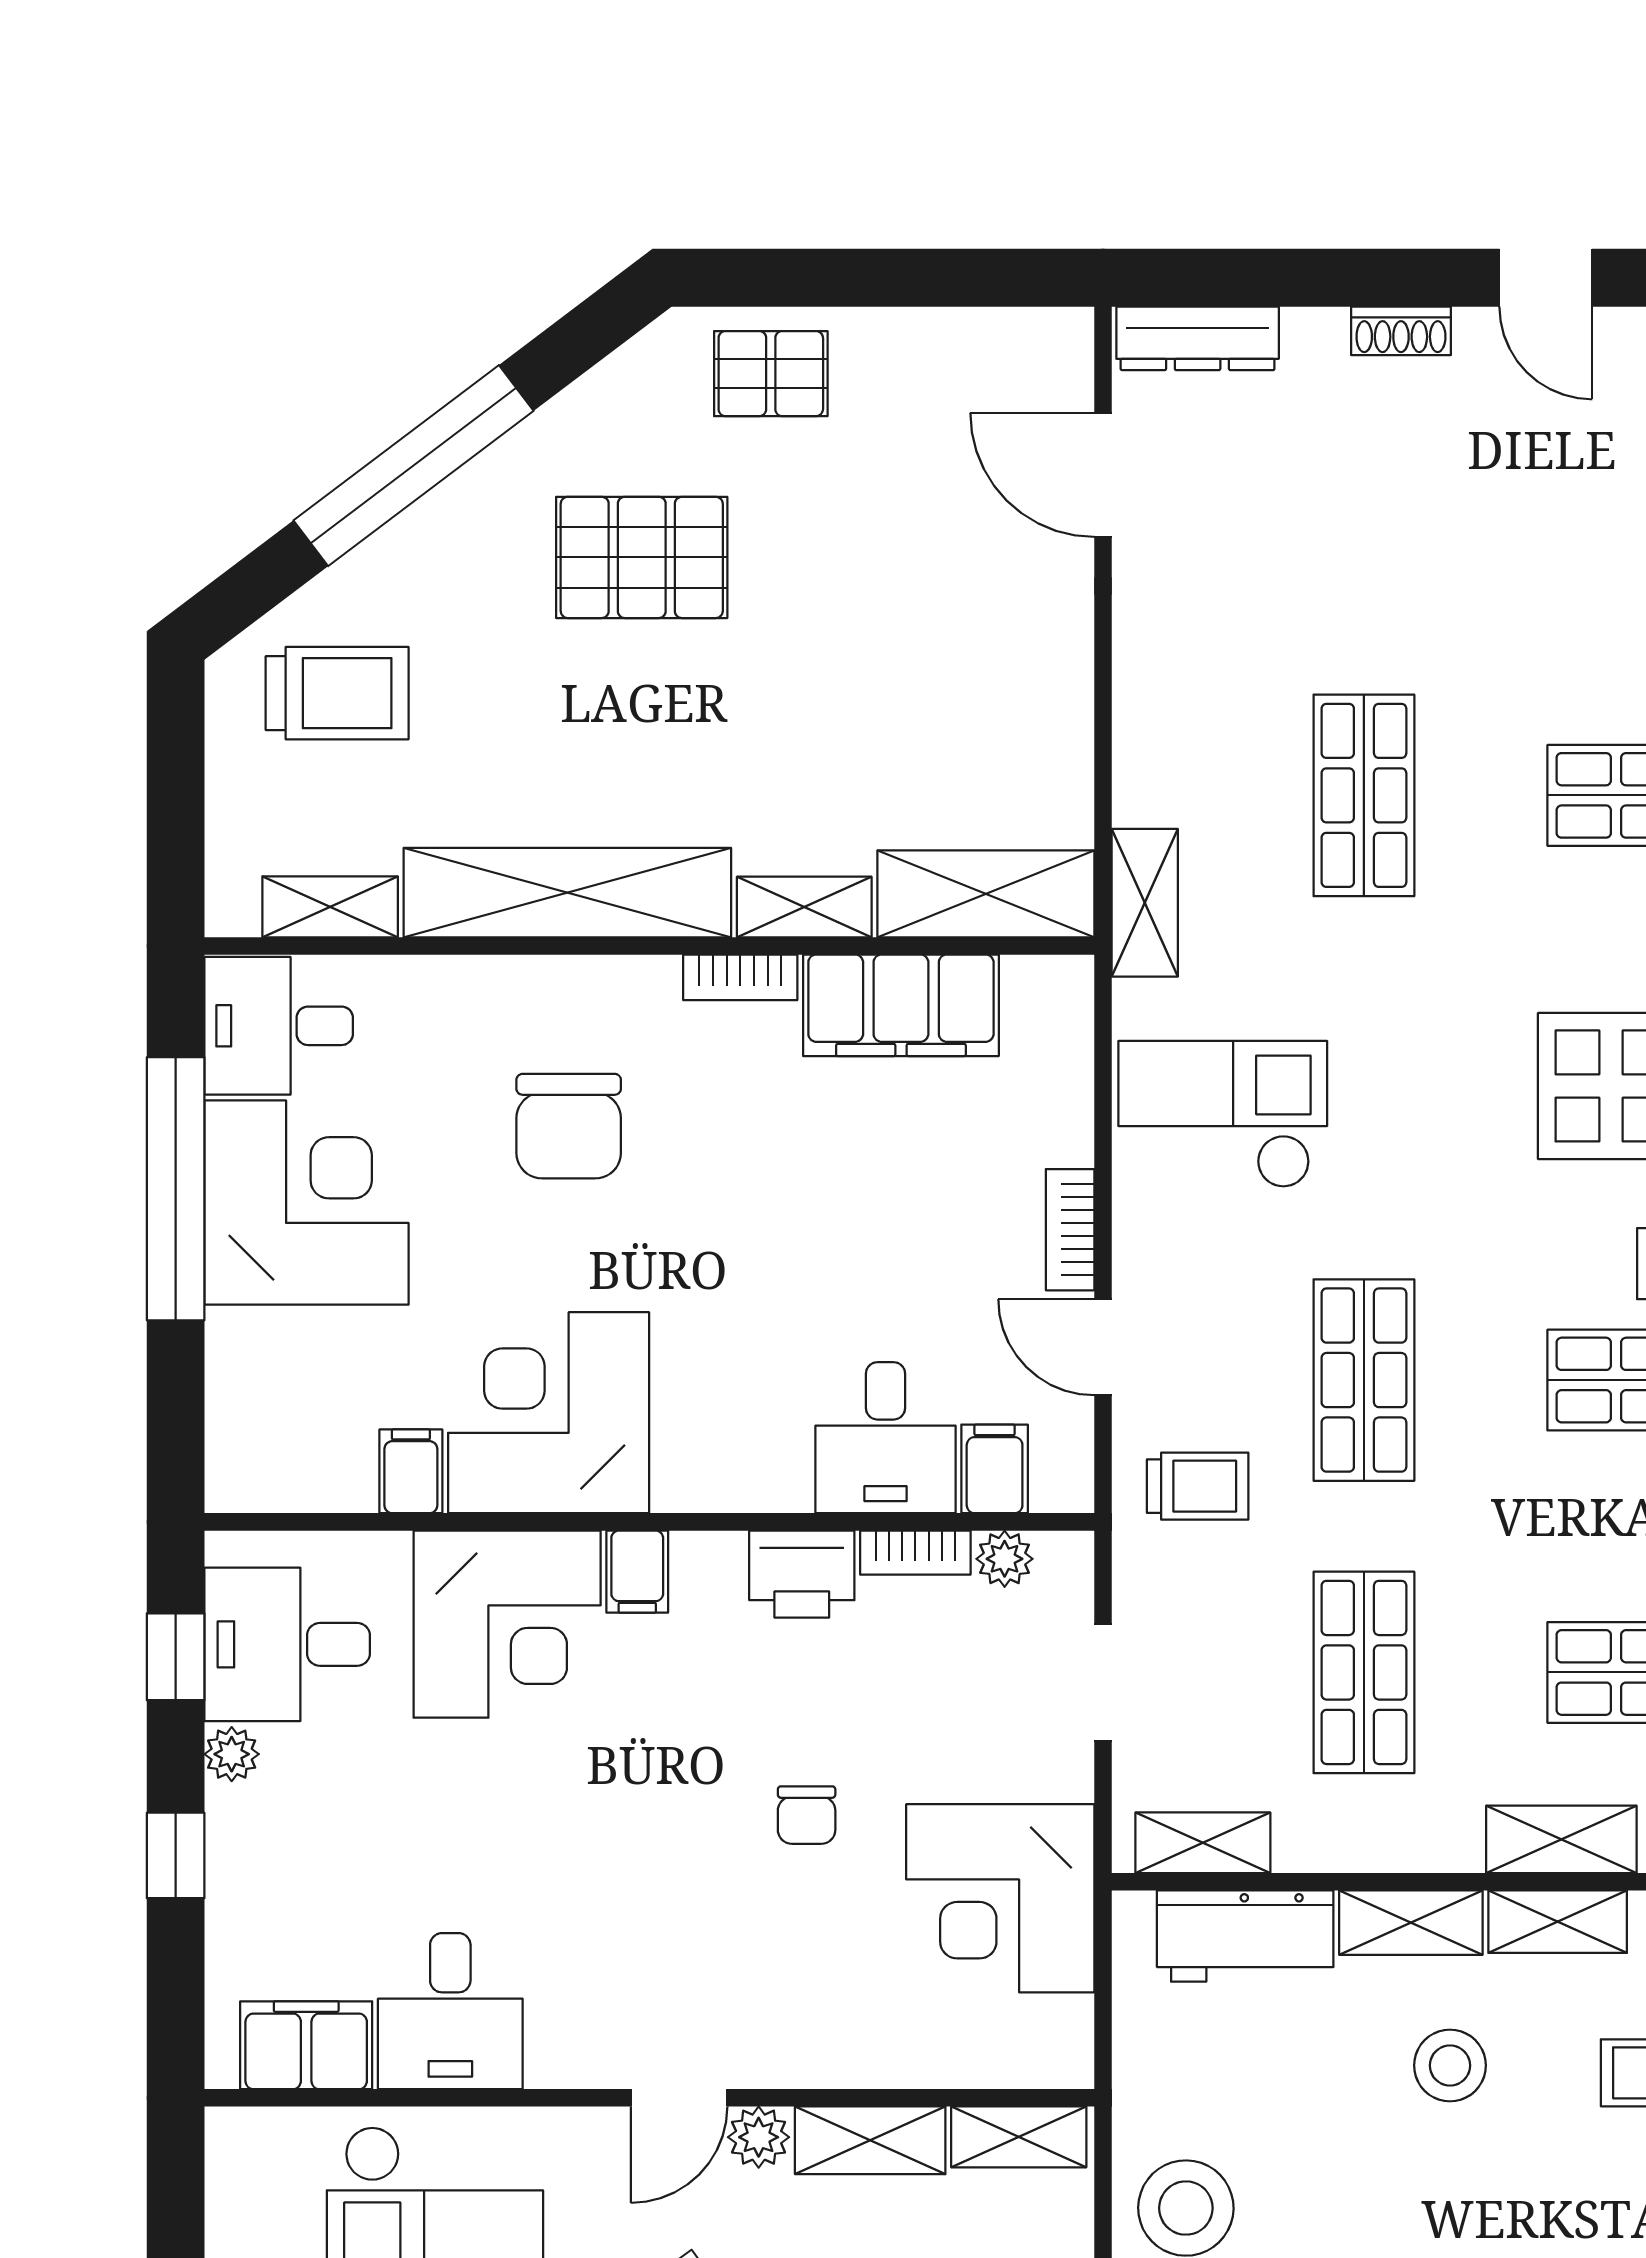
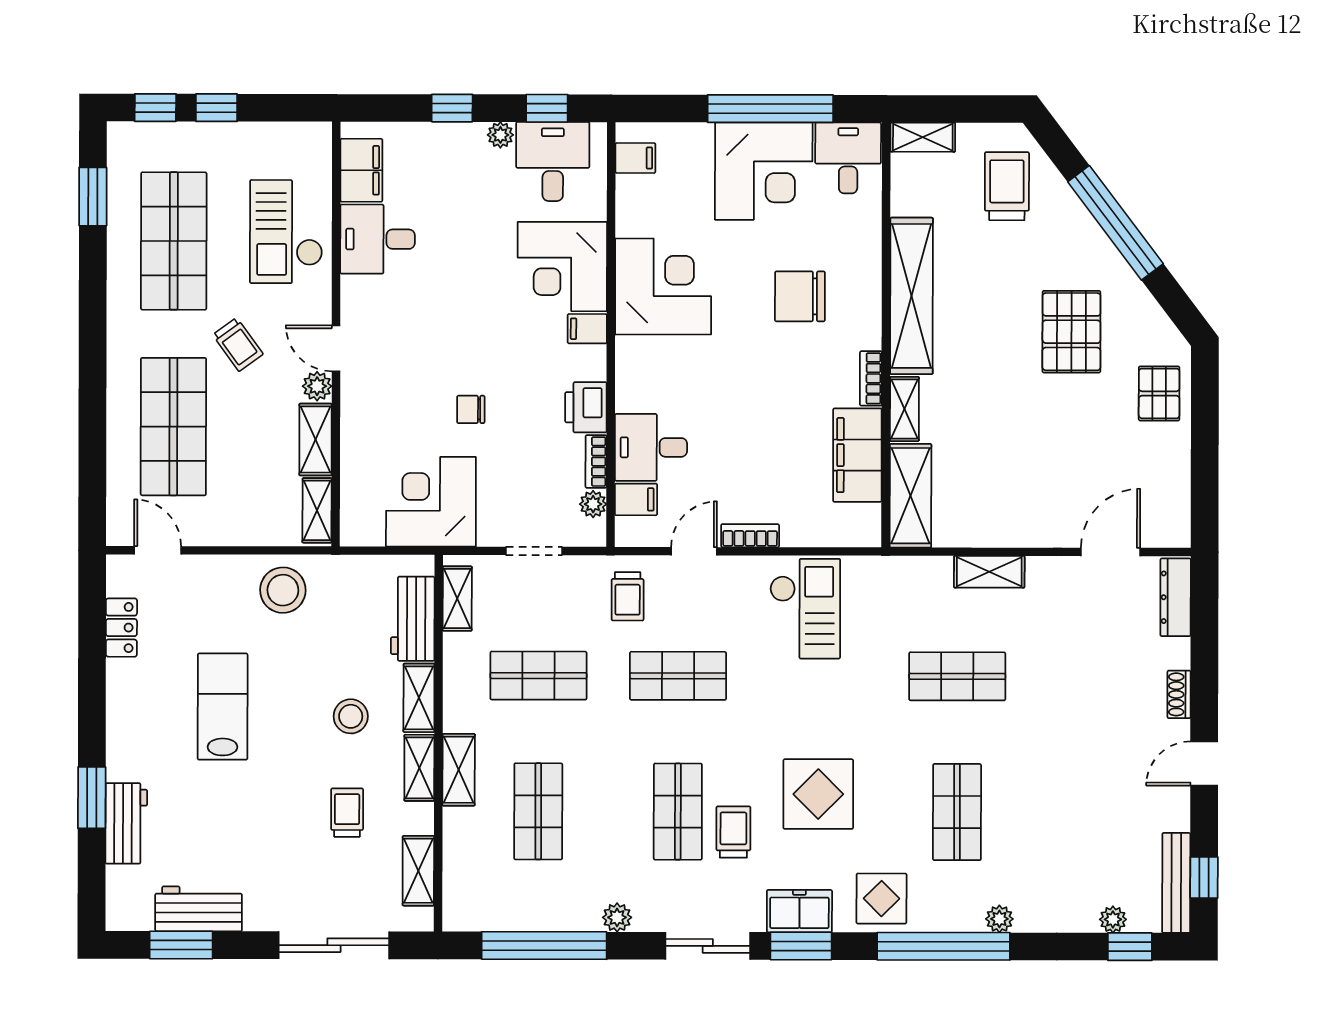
trolley: (337, 693) -> (1007, 186), turned 180
shelving: (1145, 903) -> (989, 572), moved
shelving: (330, 907) -> (923, 137), moved, turned 90
filing cabinet: (411, 1471) -> (635, 158), moved

